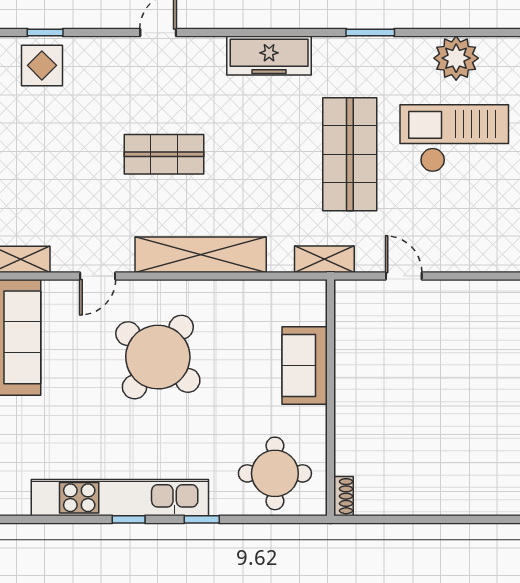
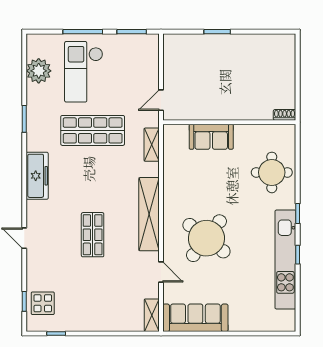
sofa: (305, 365) -> (211, 137), moved
wall: (330, 398) -> (229, 122), moved
shoe rack: (343, 496) -> (285, 115), moved

